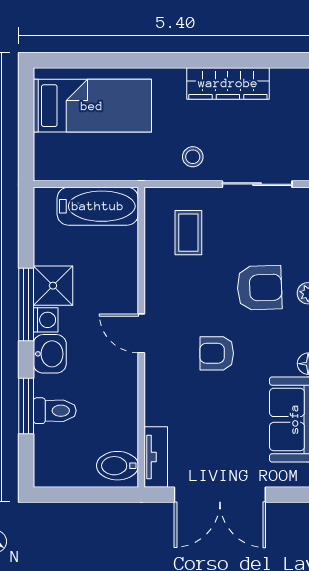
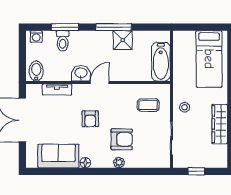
armchair: (259, 288) -> (122, 139), turned -88
washing machine: (46, 320) -> (36, 37), moved
armchair: (217, 353) -> (90, 119), turned 180
washbasin: (50, 354) -> (81, 73), moved, turned 180
tv unit: (156, 457) -> (57, 89), moved

